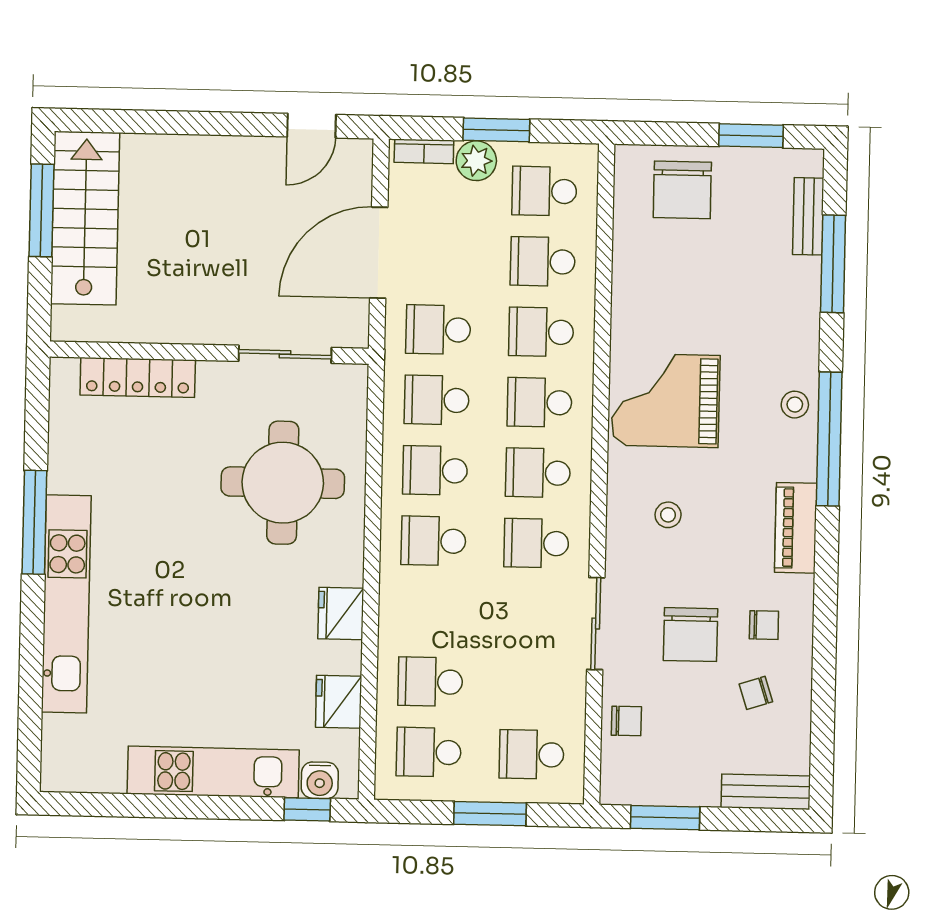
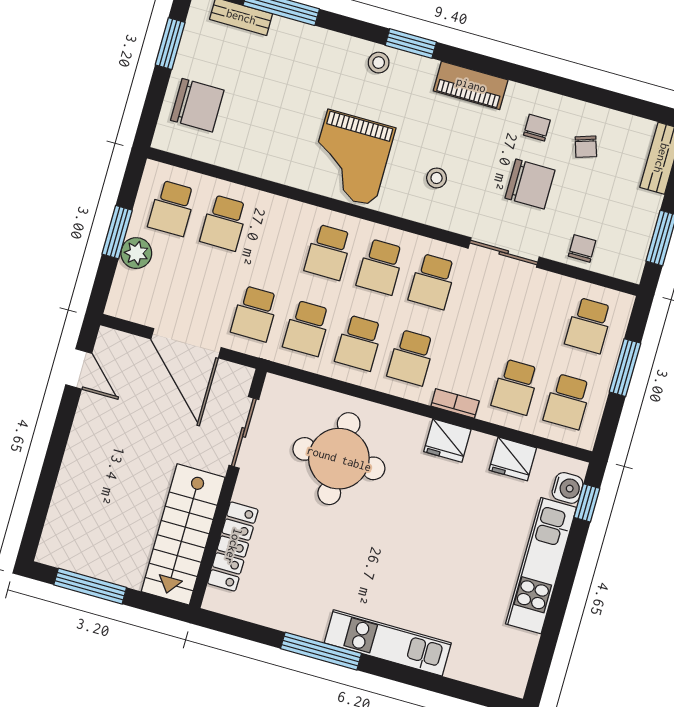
bookcase: (424, 151) -> (455, 403), moved, turned -90
stairs: (85, 218) -> (183, 534), moved, turned -90
school desk: (541, 332) -> (276, 238), removed
window: (829, 439) -> (411, 44), width x0.47
kitchen unit: (66, 604) -> (388, 643), width x0.73

